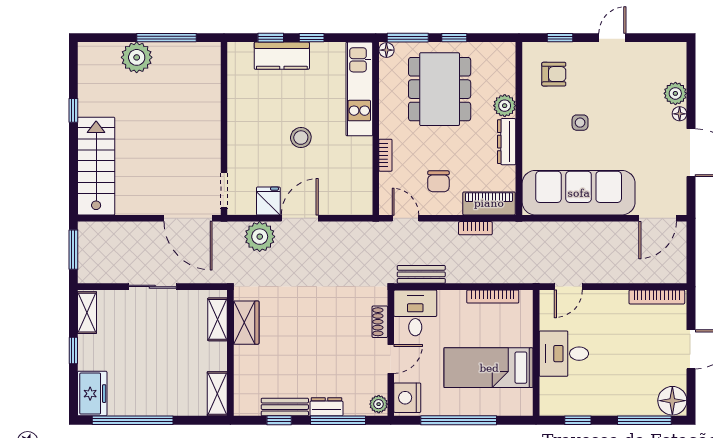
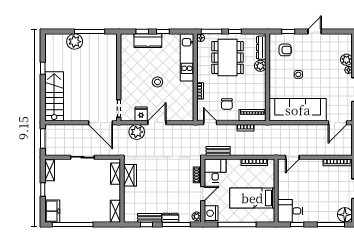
dresser: (507, 142) -> (261, 48), moved
desk: (564, 354) -> (290, 211), moved

